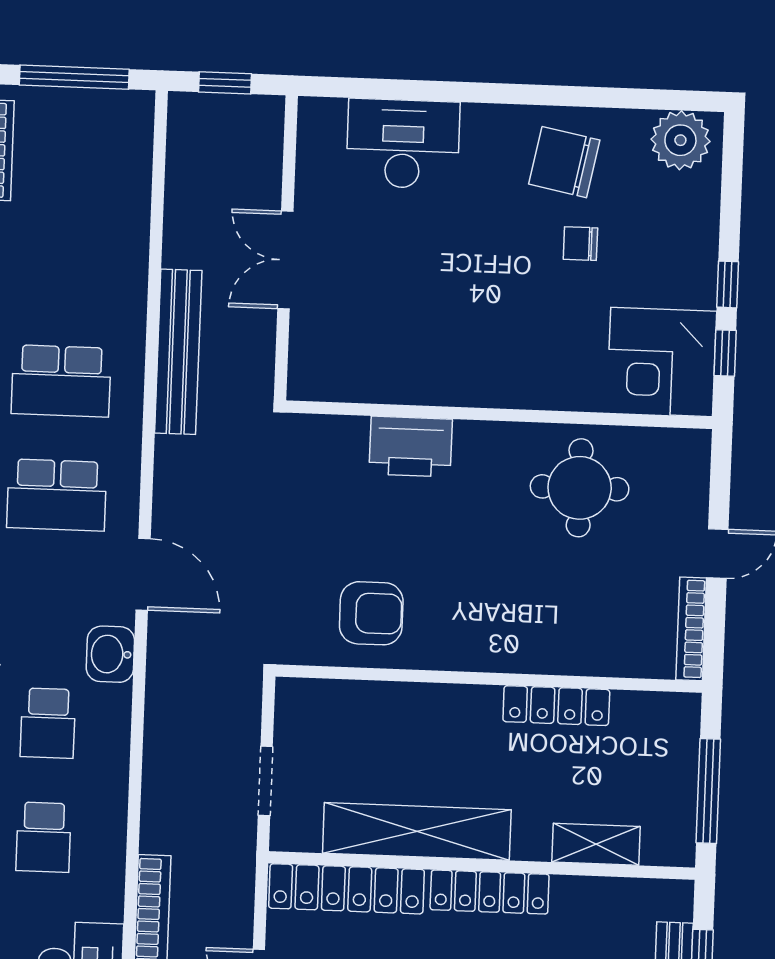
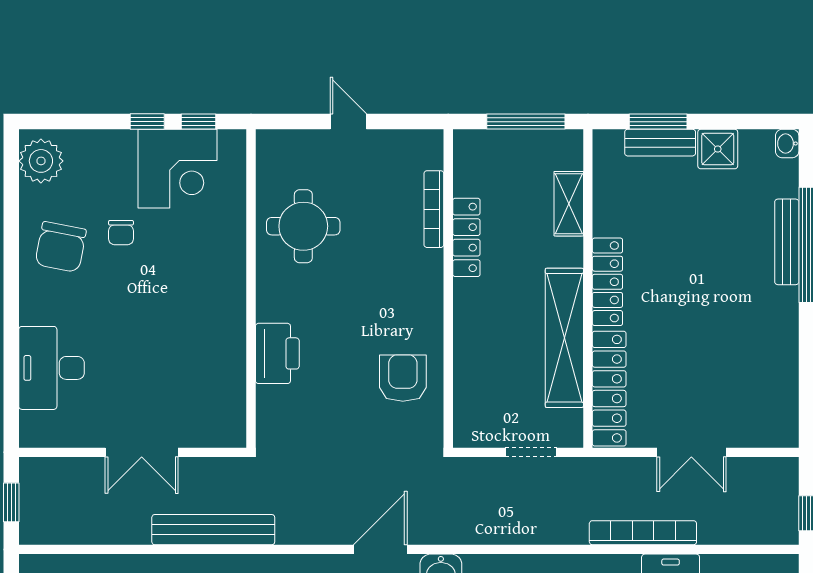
corner desk: (662, 362) -> (178, 169), moved
bookcase: (691, 629) -> (434, 209), moved, turned 90

